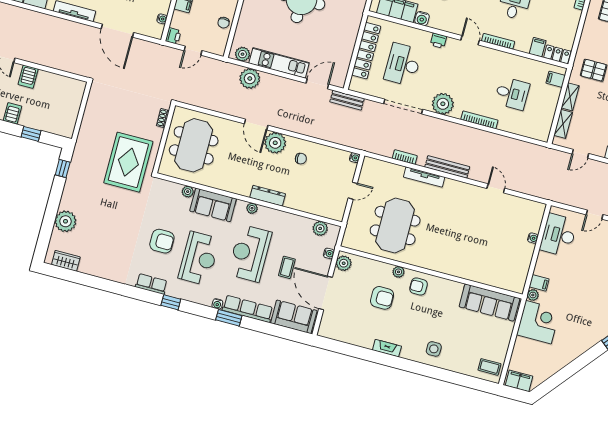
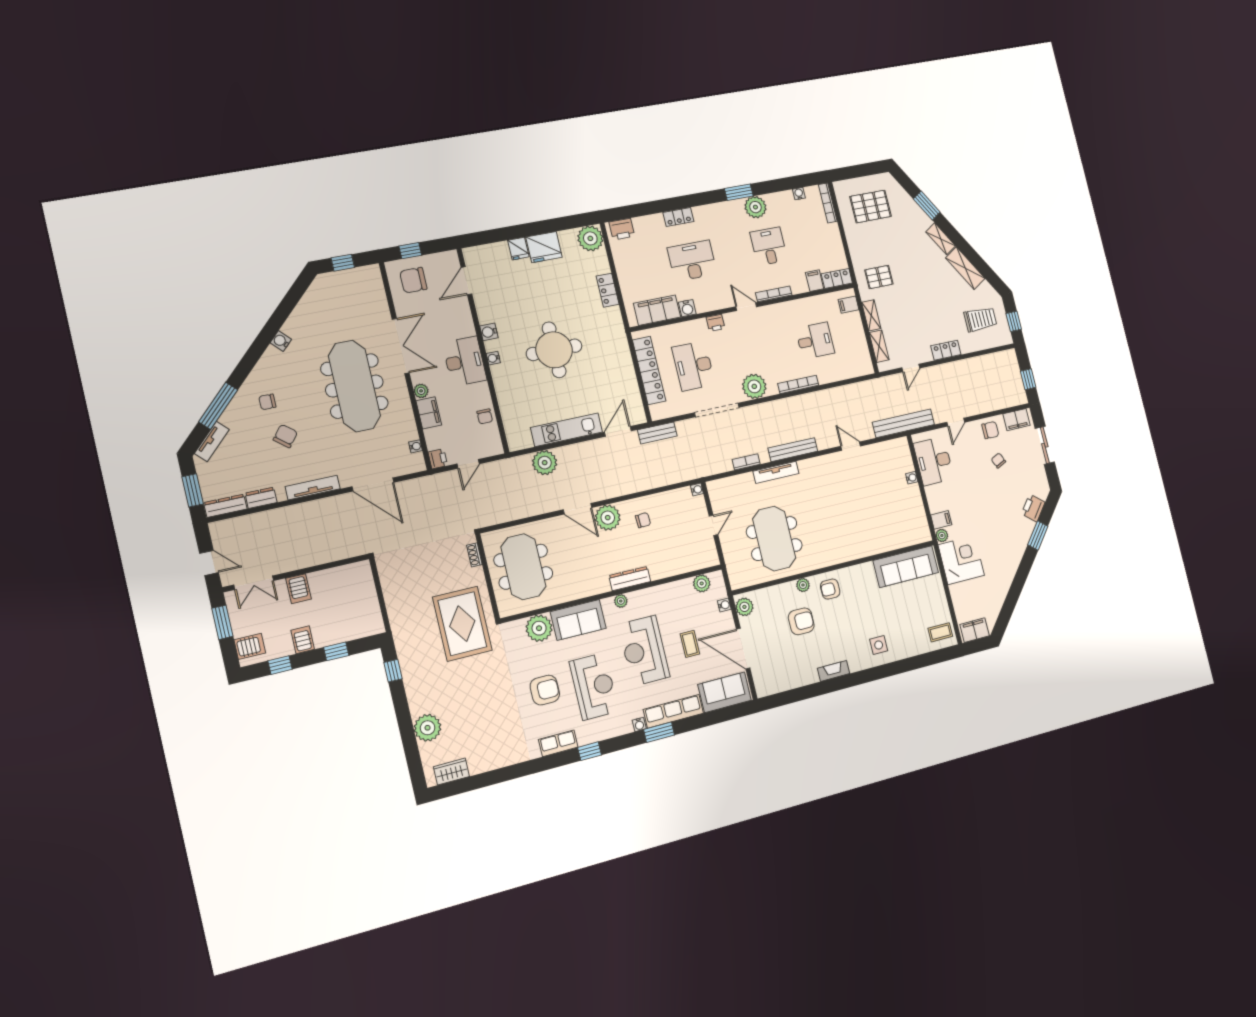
plant: (243, 54) -> (523, 440), removed
plant: (188, 192) -> (539, 628), width x1.88, depth x1.88
bench: (550, 193) -> (903, 423), added

